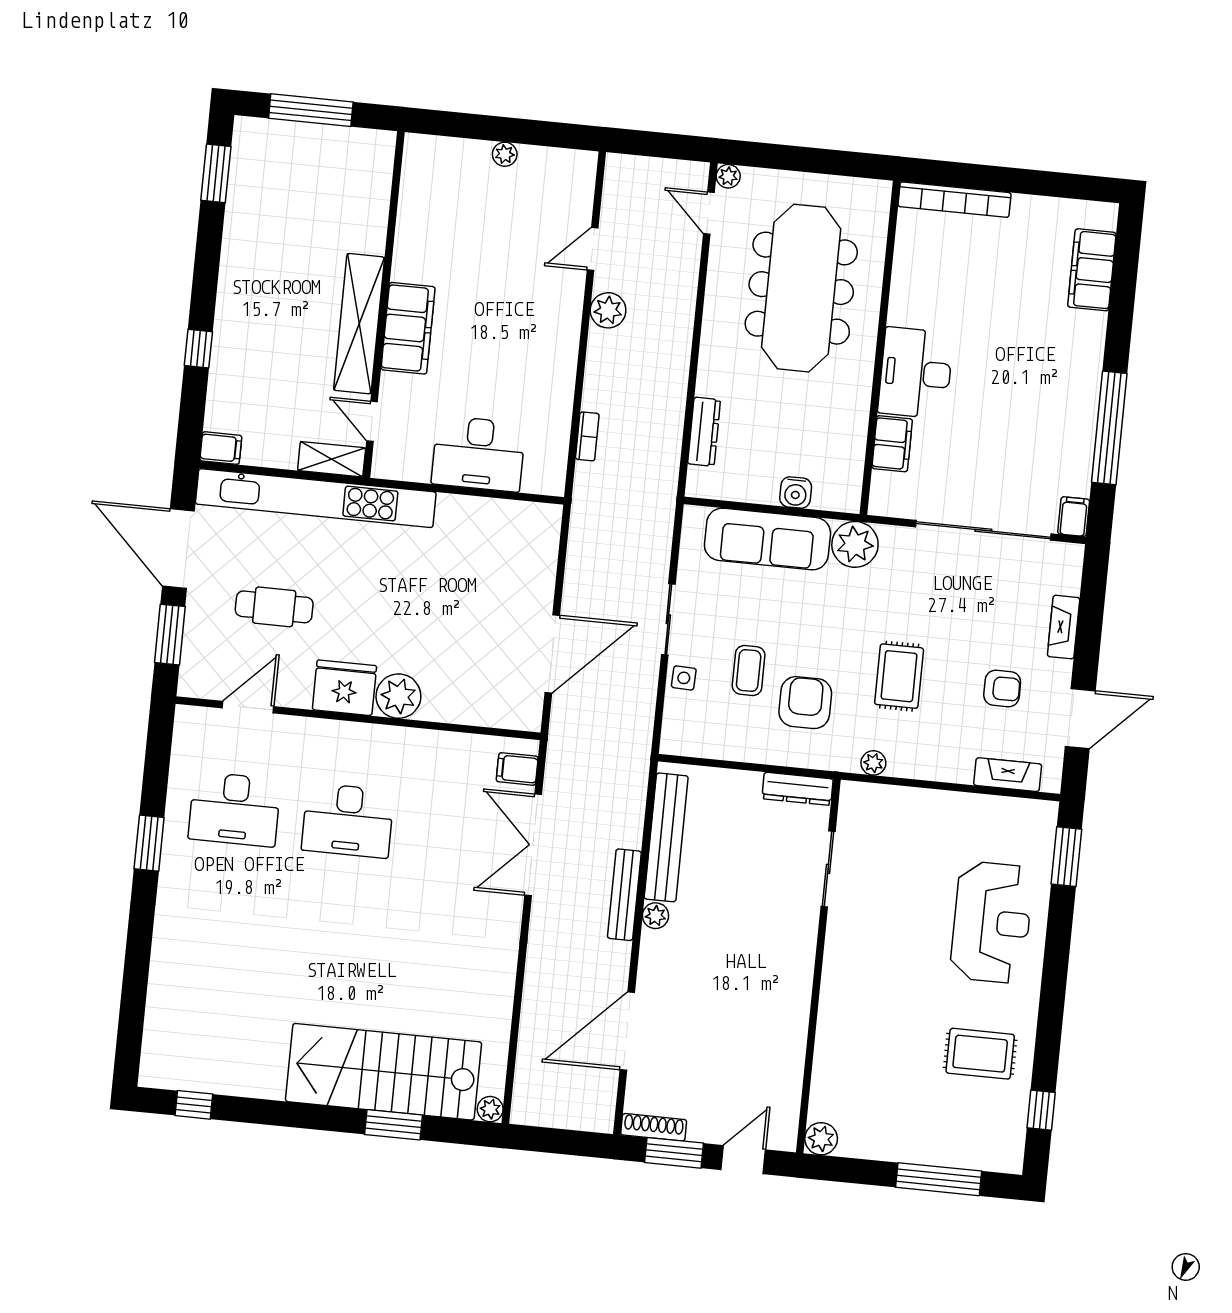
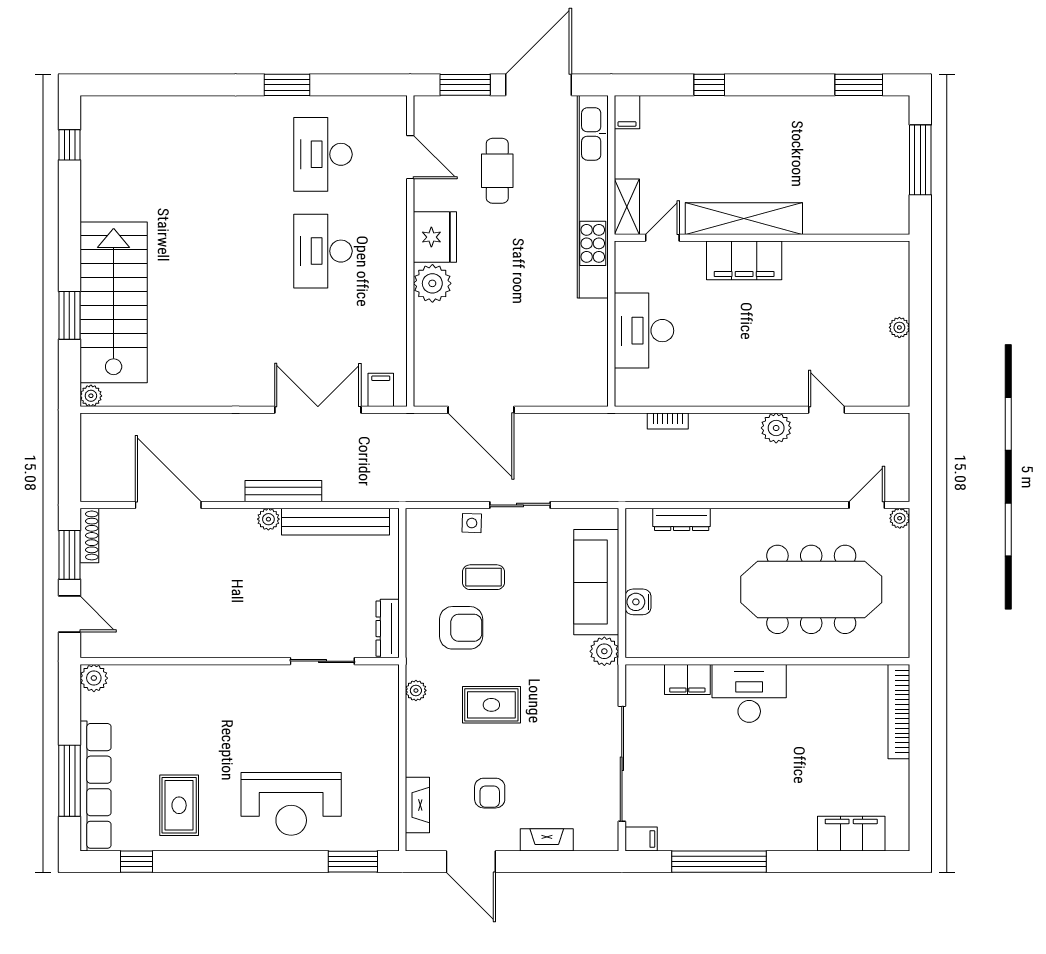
plant: (855, 544) -> (604, 651), width x0.73, depth x0.73
row of seats: (948, 1149) -> (96, 786), added

